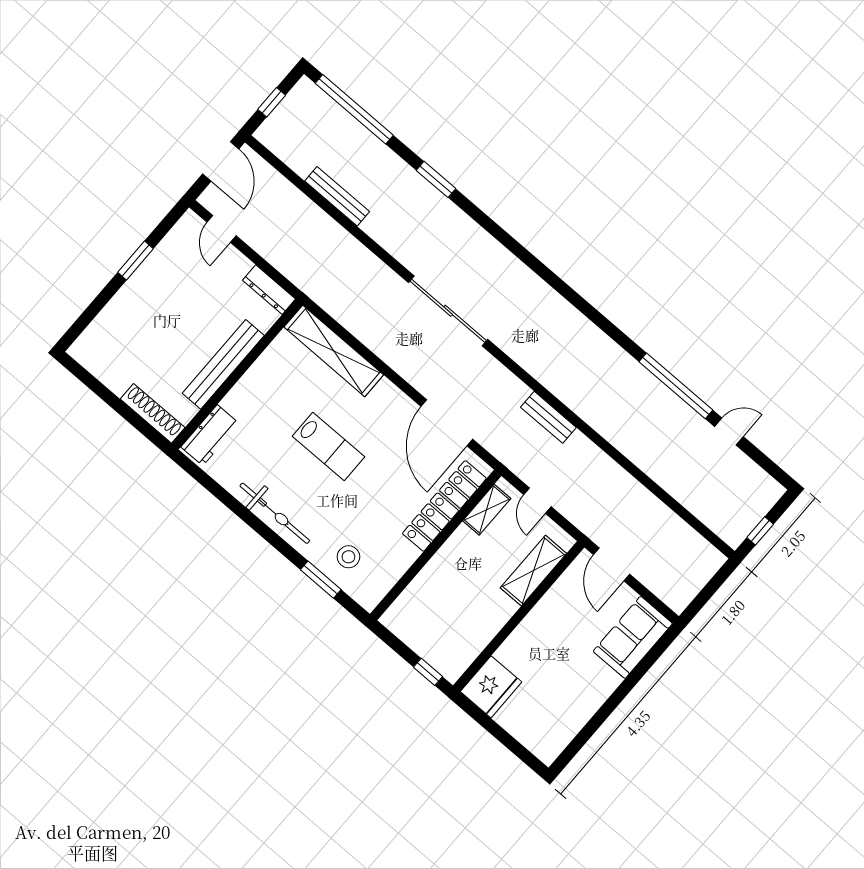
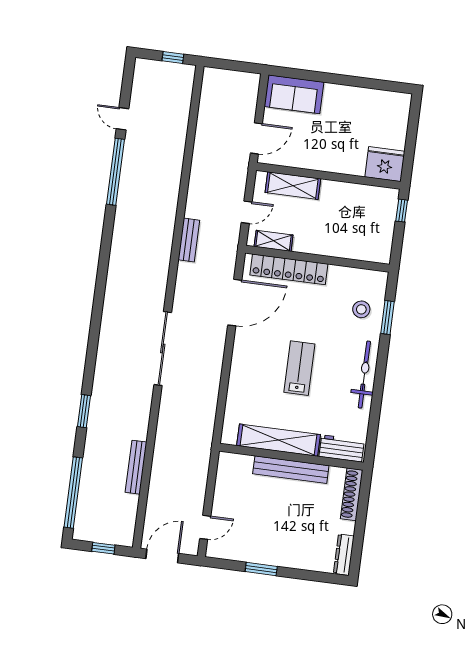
dresser: (269, 290) -> (344, 555), moved, turned 180
shelving: (334, 351) -> (278, 440), moved, turned 90

